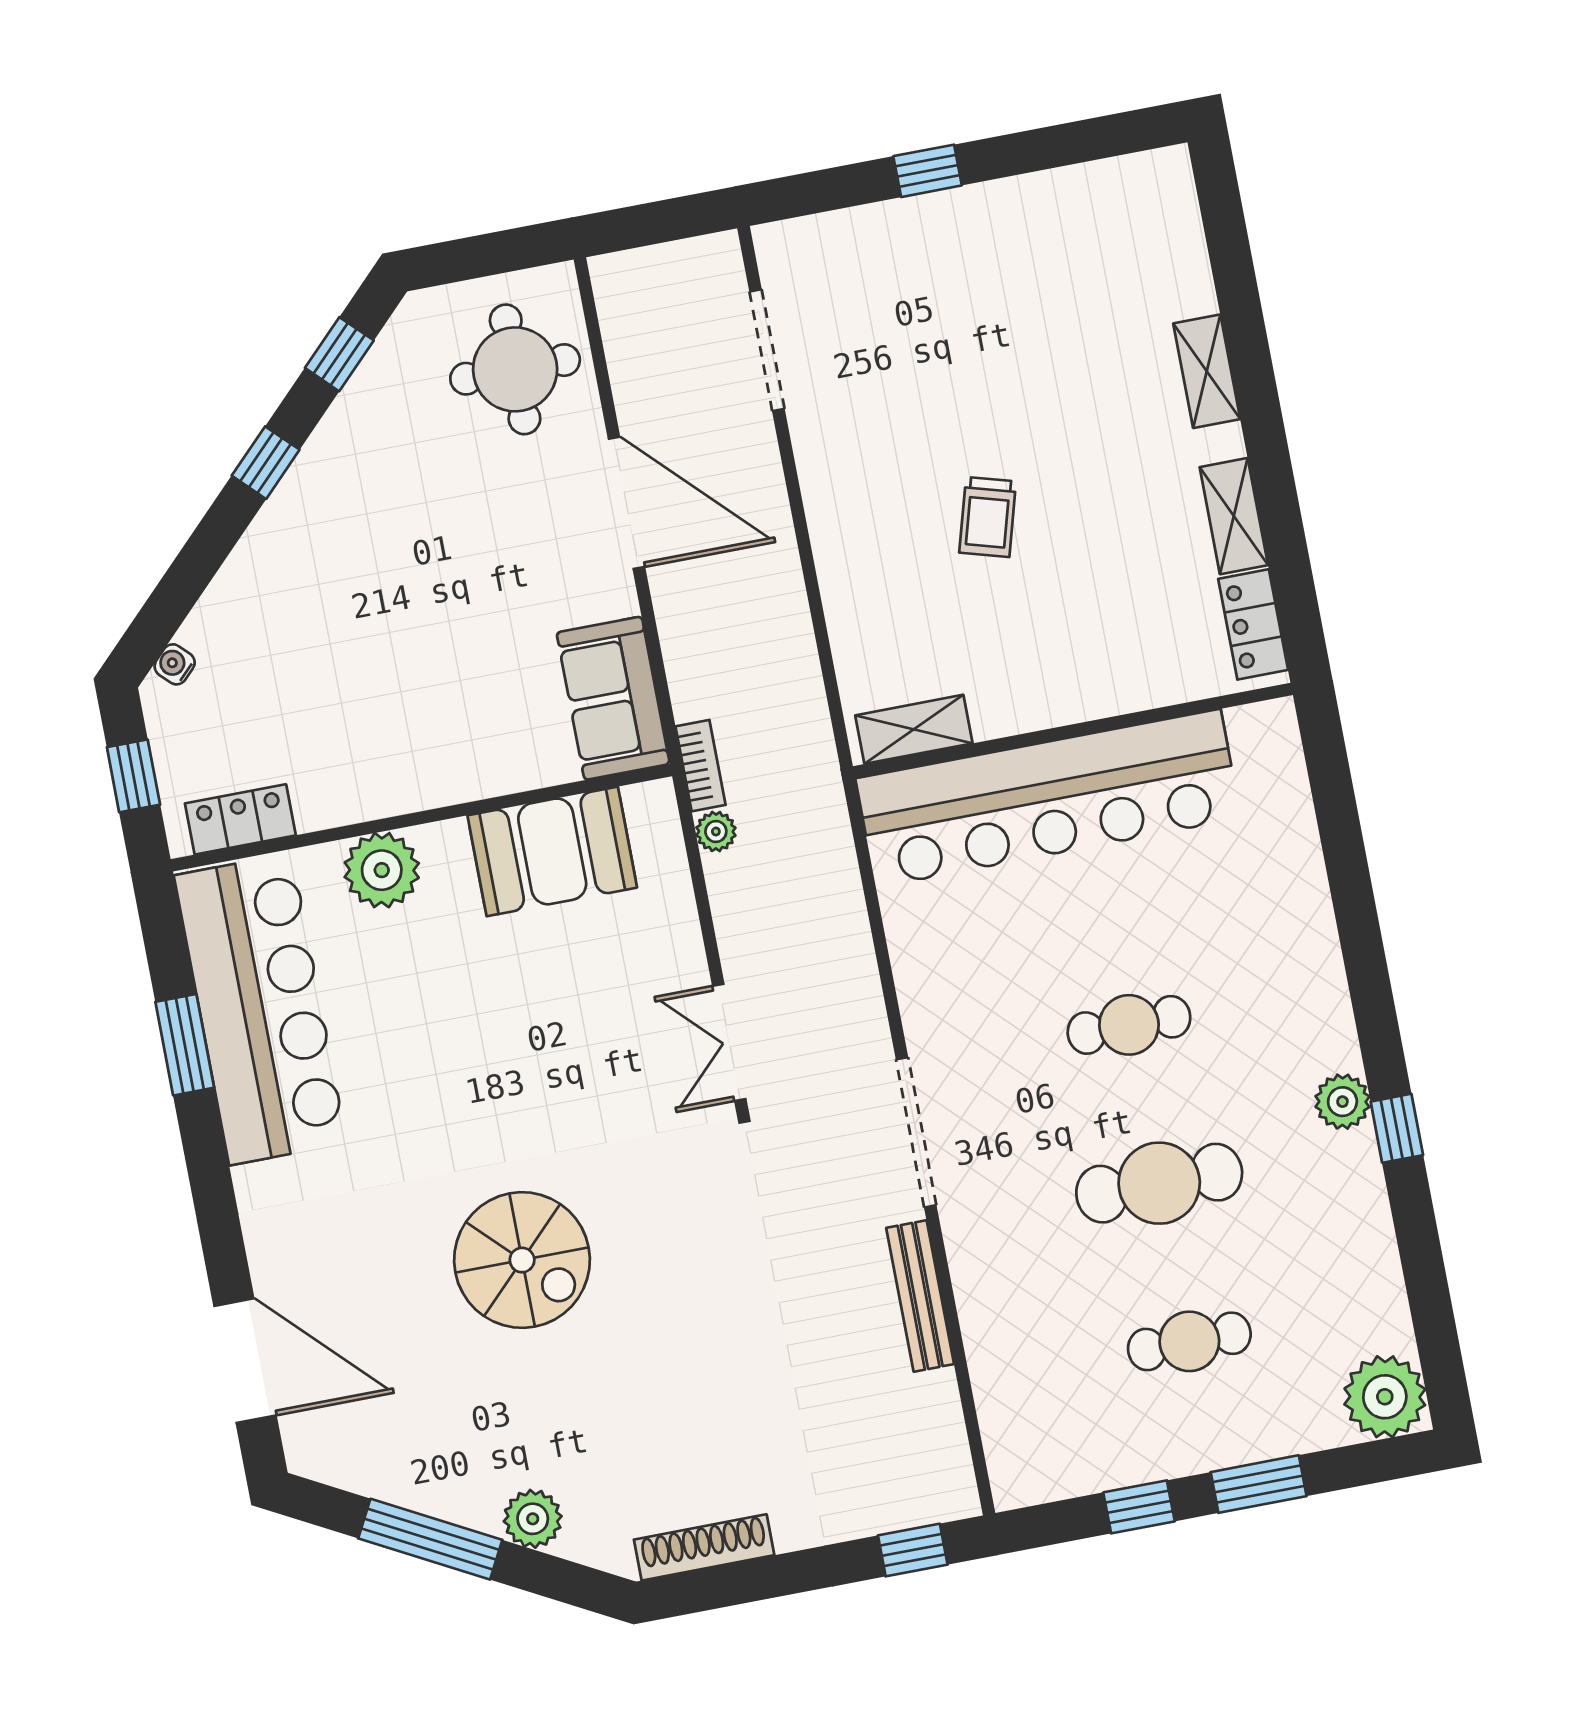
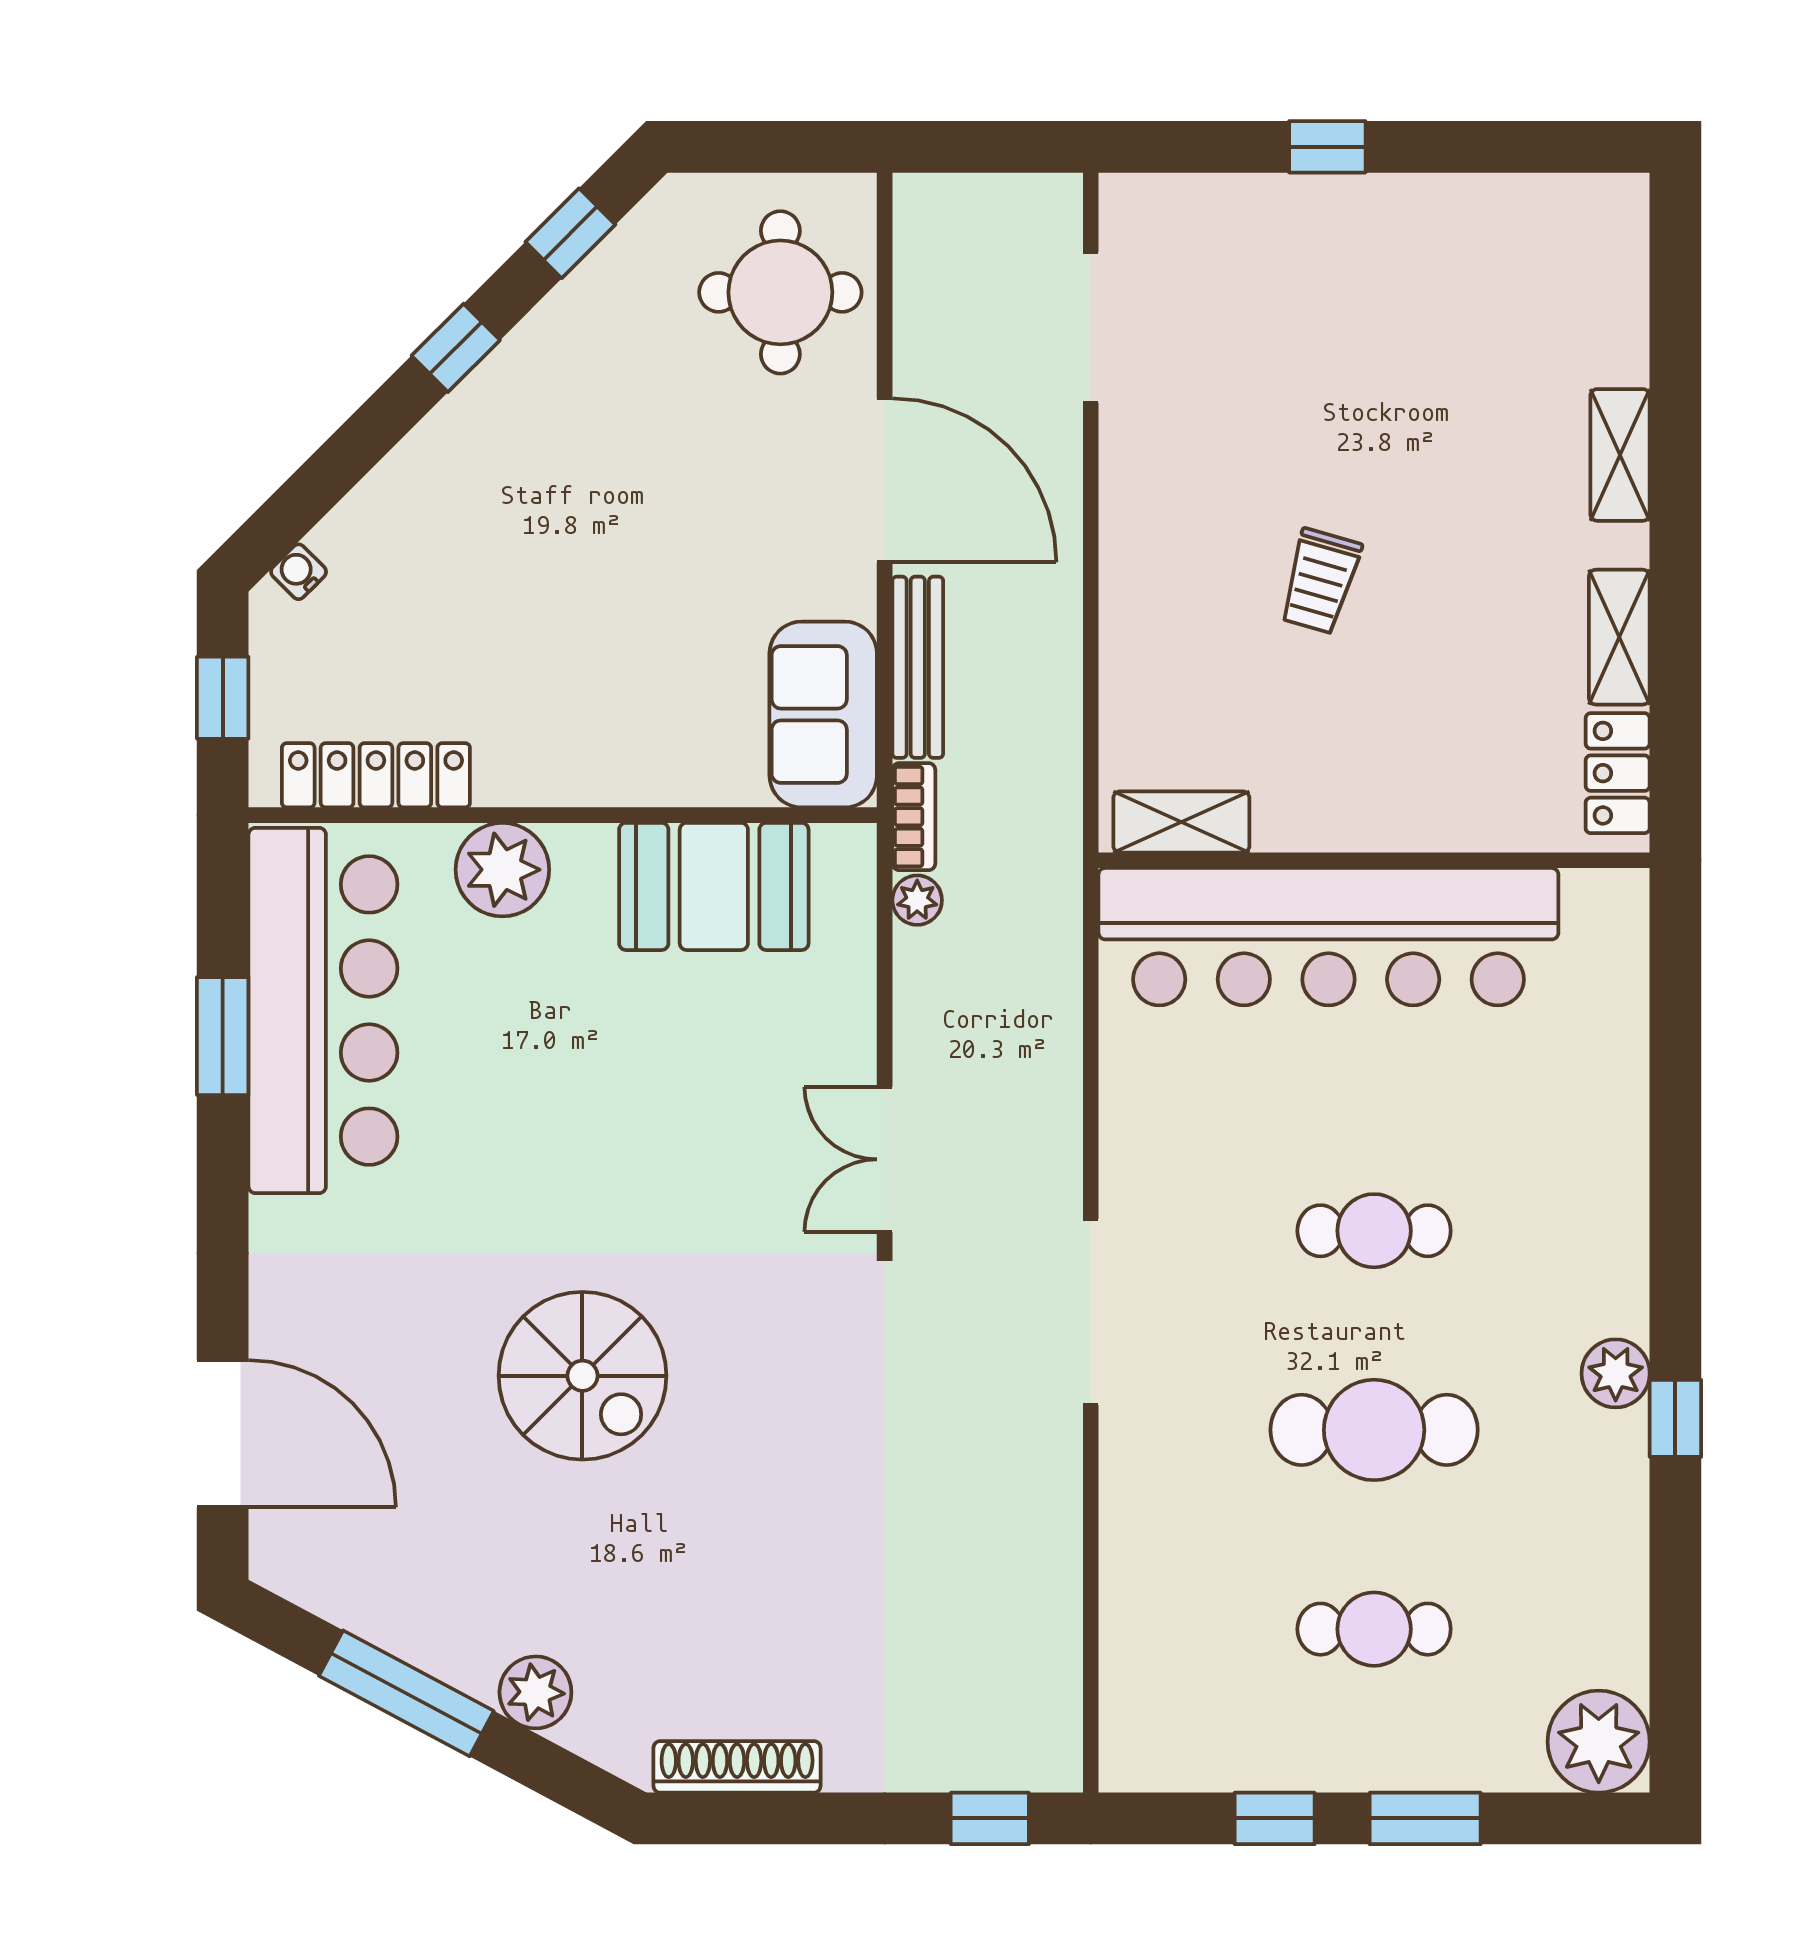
locker: (240, 819) -> (376, 775), width x1.53
bench: (920, 1296) -> (918, 667), moved

